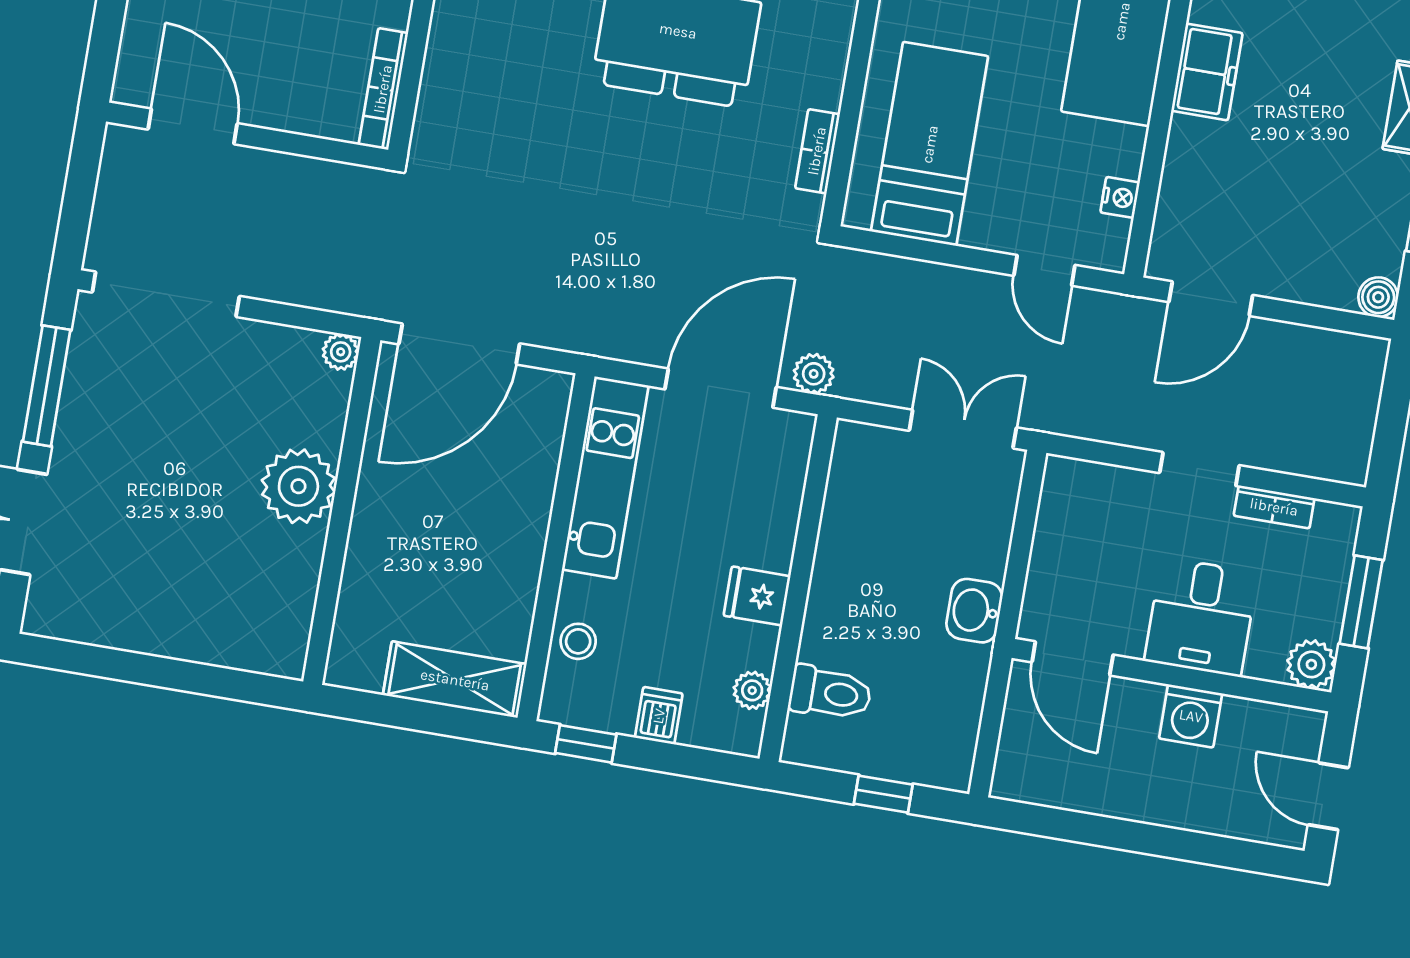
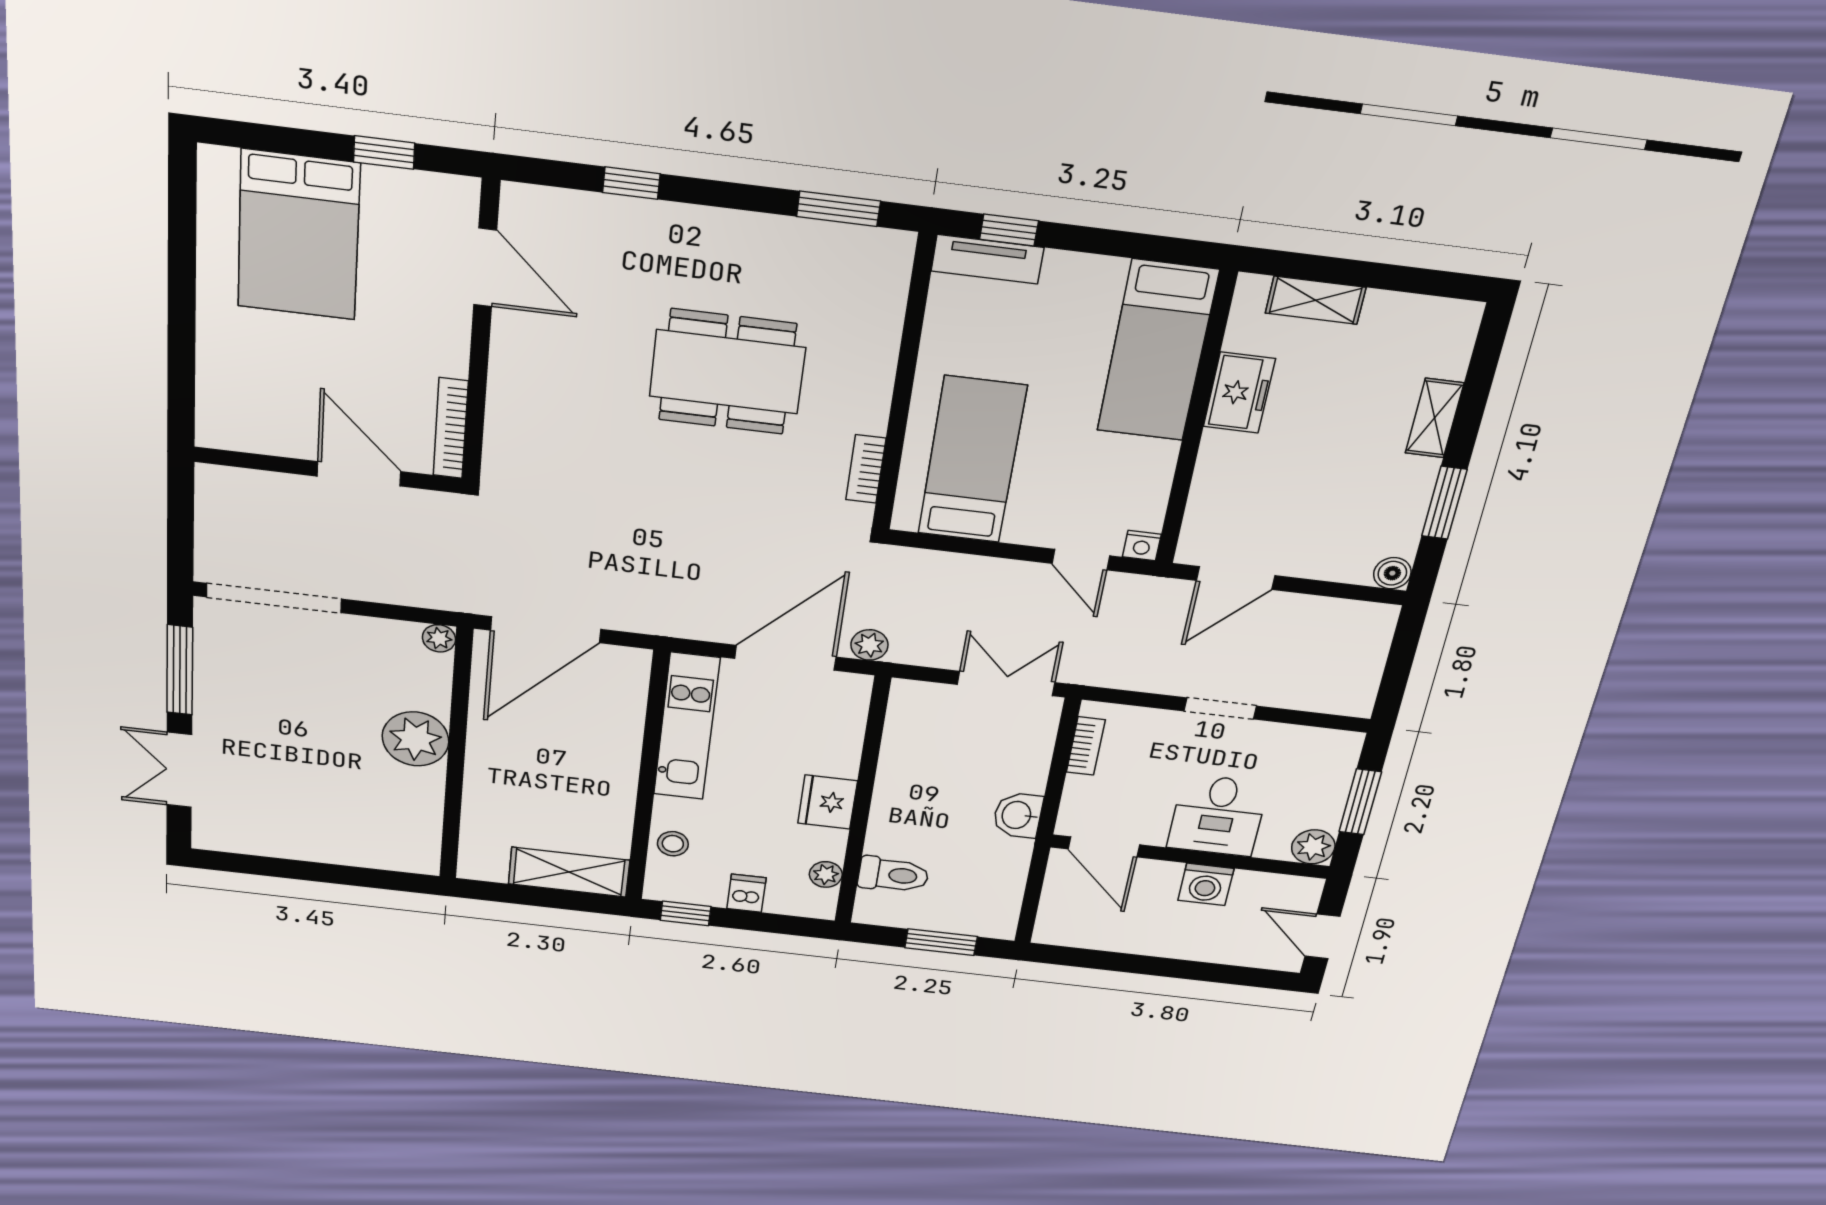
door: (193, 126) -> (359, 474), moved
nightstand: (1120, 197) -> (1142, 546), moved, turned 90
bookcase: (1274, 507) -> (1086, 746), moved, turned -90
fridge: (757, 596) -> (828, 802), width x1.38
window: (883, 794) -> (941, 942), width x1.50

